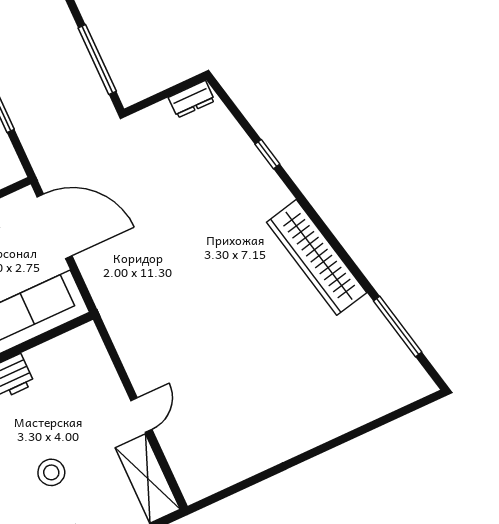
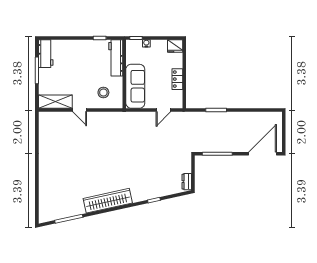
door: (55, 226) -> (163, 110), width x0.53
stool: (51, 472) -> (103, 93), moved

